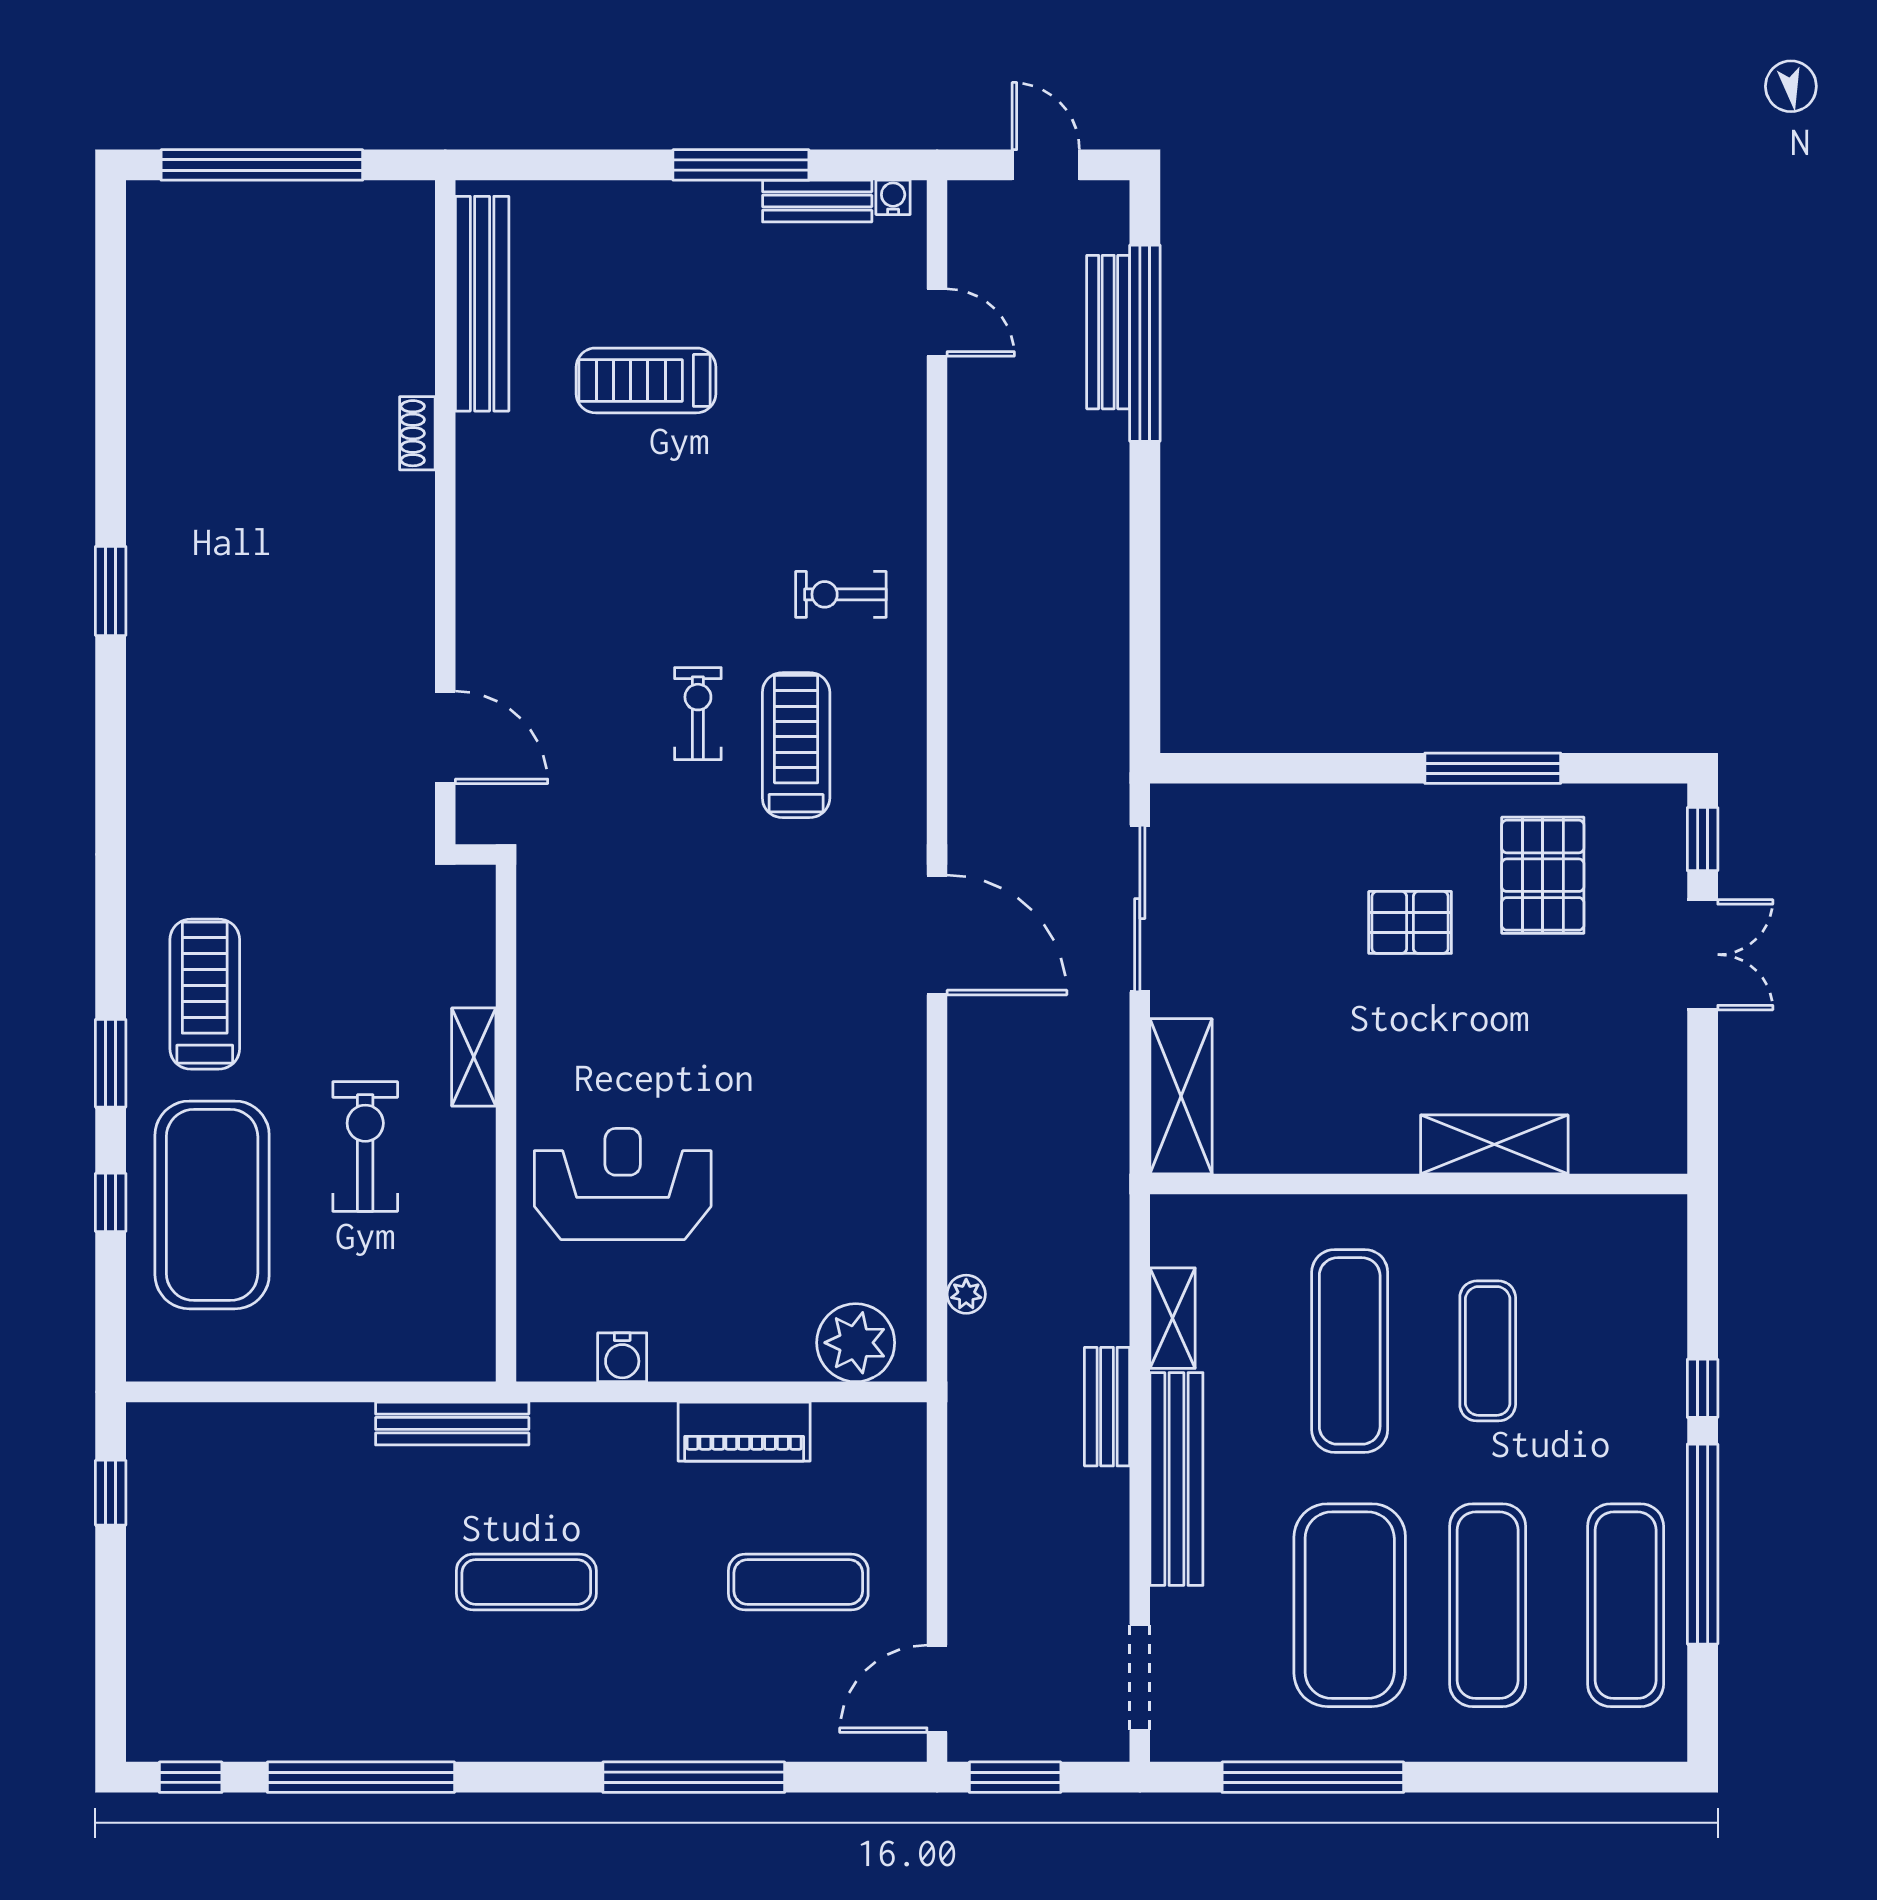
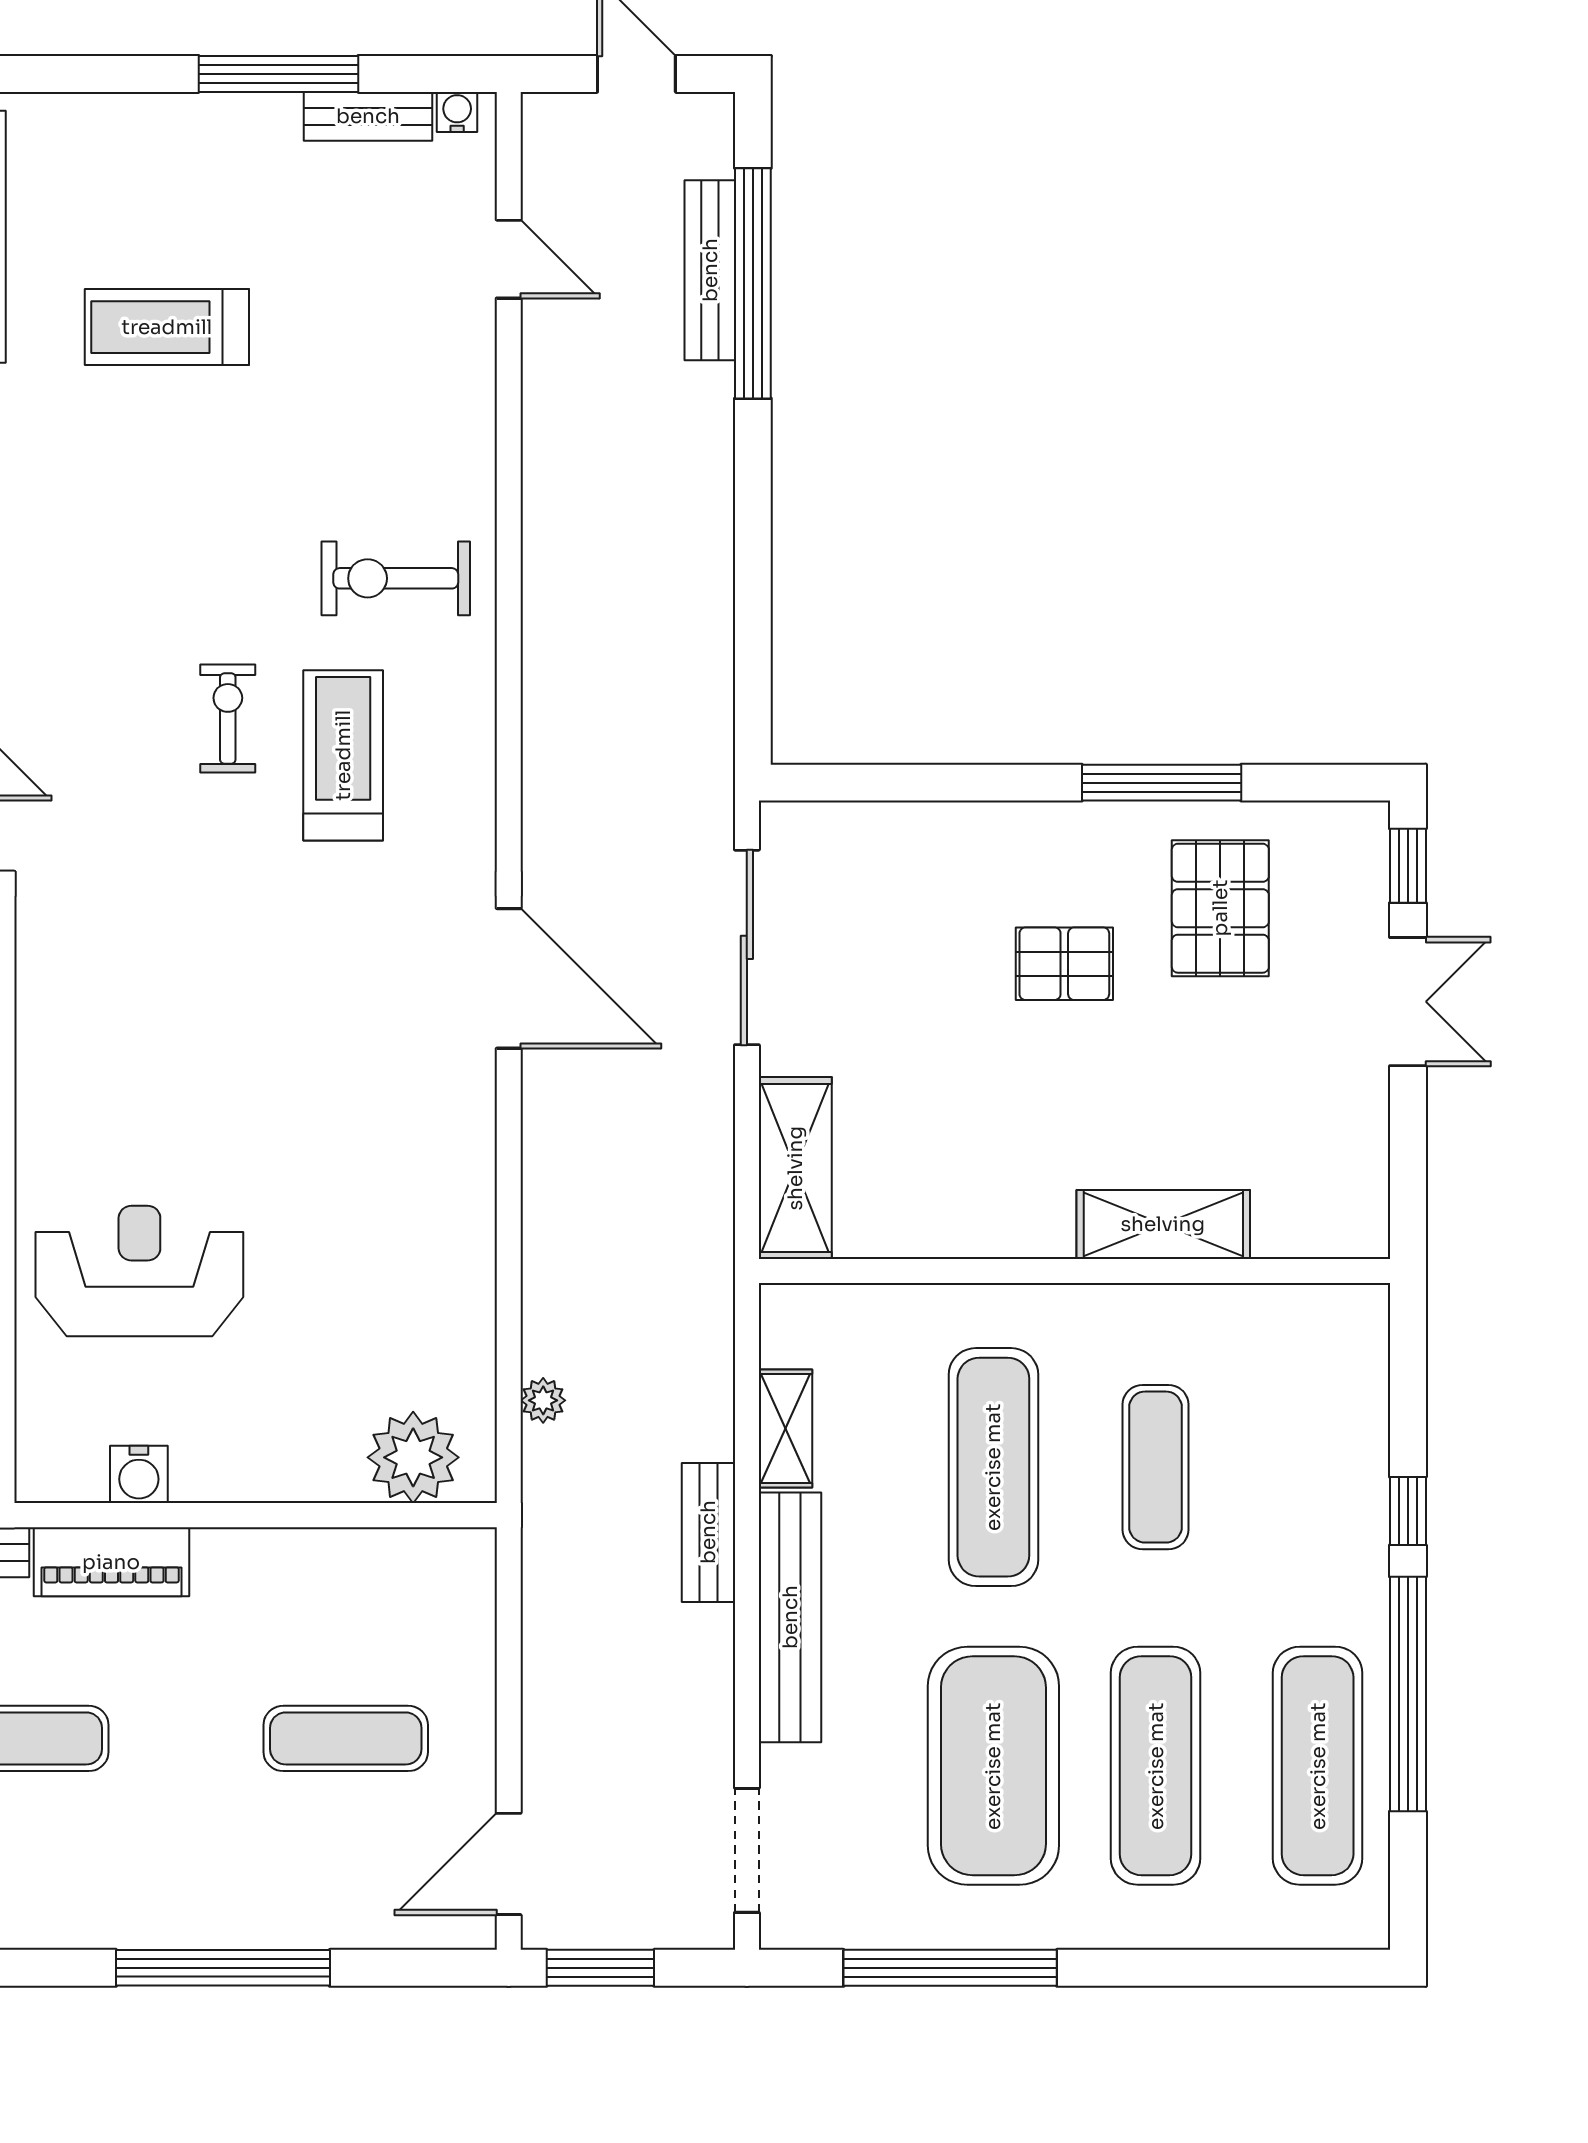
exercise bike: (841, 594) -> (396, 578), width x1.38, depth x1.39
piano: (744, 1432) -> (111, 1562), moved

